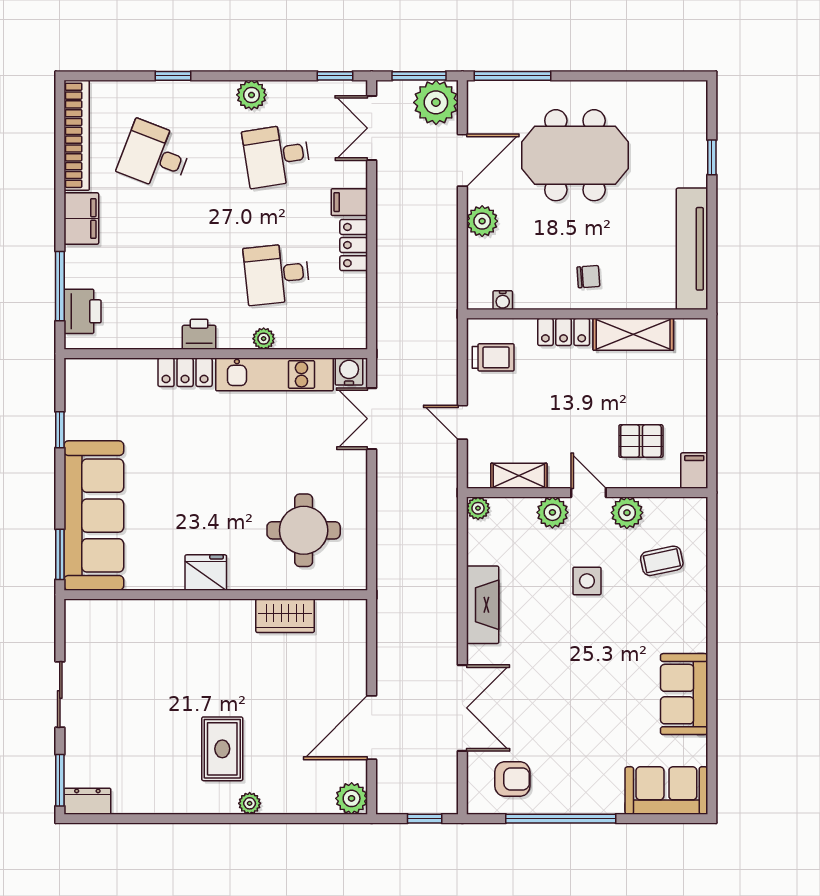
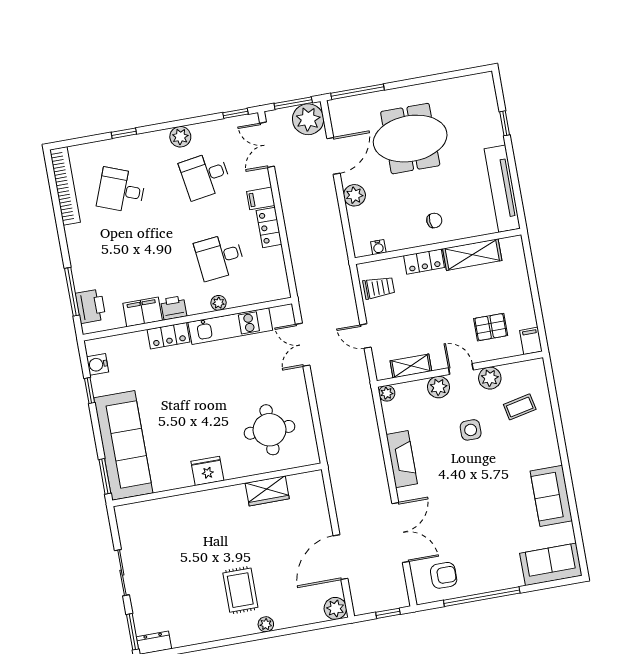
filing cabinet: (81, 218) -> (143, 312), moved, turned -90
water cooler: (349, 372) -> (98, 364), moved, turned -90

